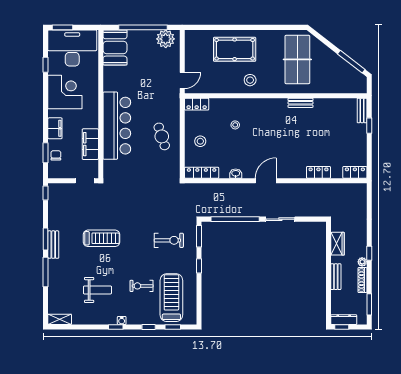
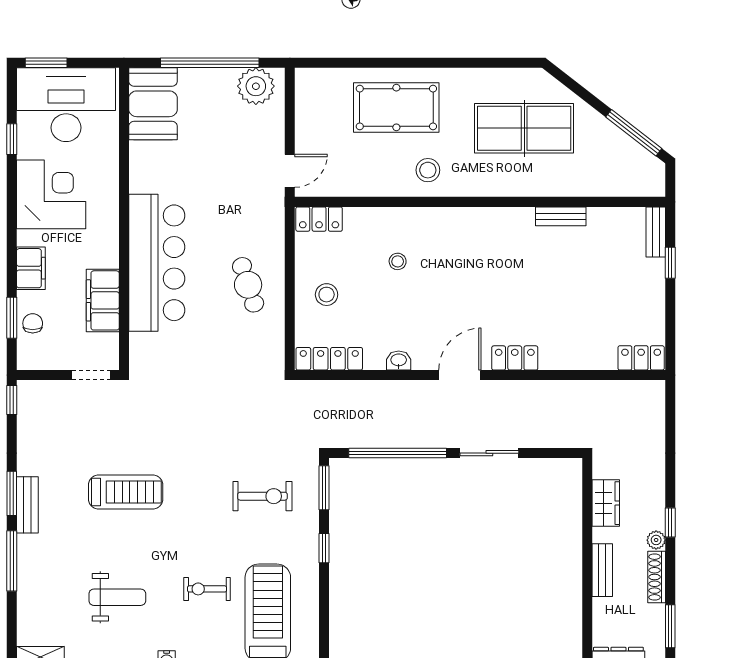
table tennis table: (297, 59) -> (524, 128), turned 90
bench: (300, 103) -> (561, 216), moved
locker: (318, 172) -> (515, 358), moved

